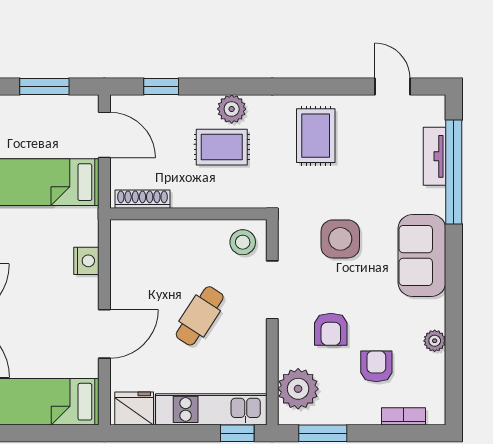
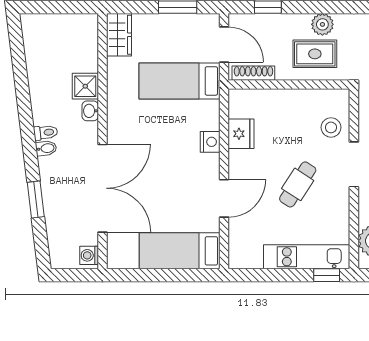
shoe rack: (142, 199) -> (253, 73), moved
wall: (188, 214) -> (289, 85), moved
fridge: (134, 409) -> (241, 134), moved, turned 90

